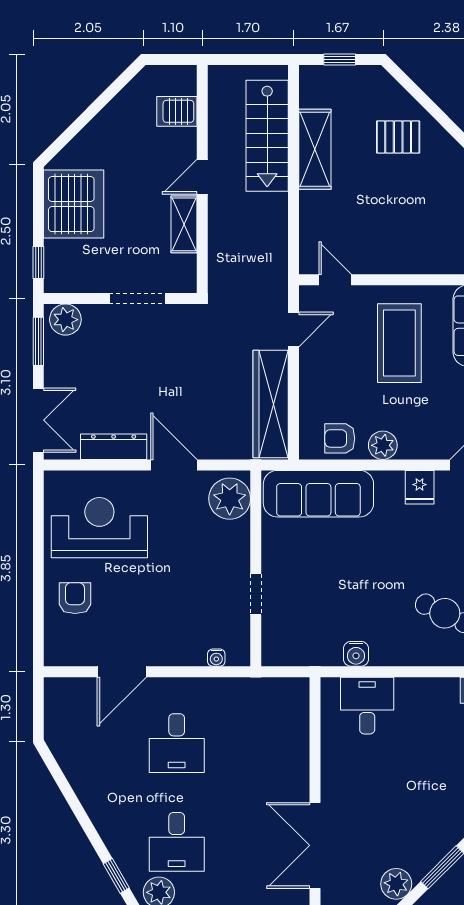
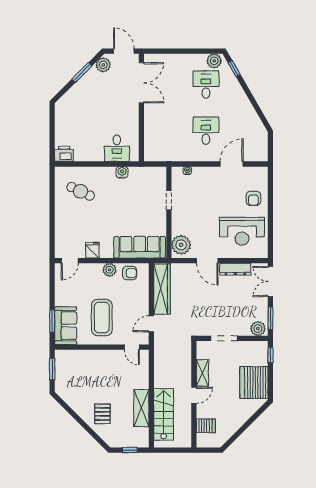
pallet: (398, 137) -> (102, 414), turned 90

